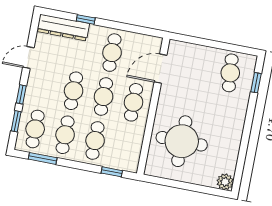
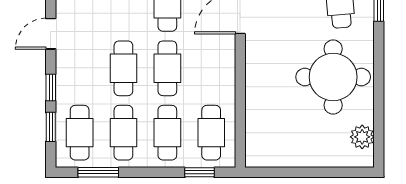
cafe table: (134, 102) -> (211, 133), moved
round table: (182, 141) -> (333, 77), moved
plant: (225, 182) -> (362, 137), moved

